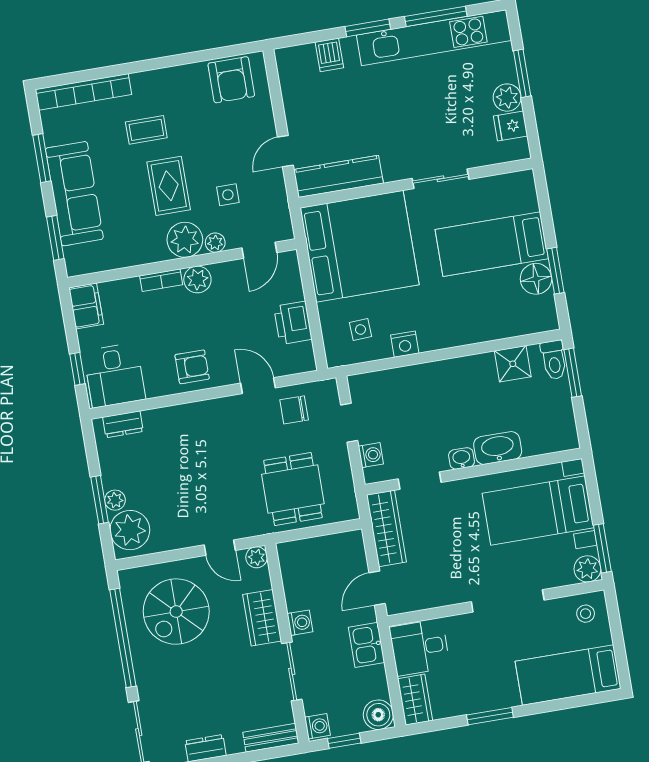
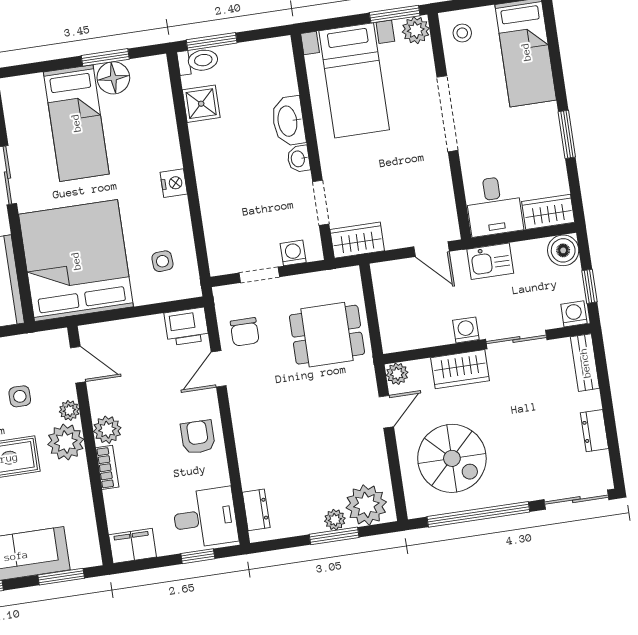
printer: (293, 323) -> (186, 326), moved
nightstand: (405, 344) -> (174, 183), moved
wardrobe: (386, 528) -> (357, 240), width x0.67

